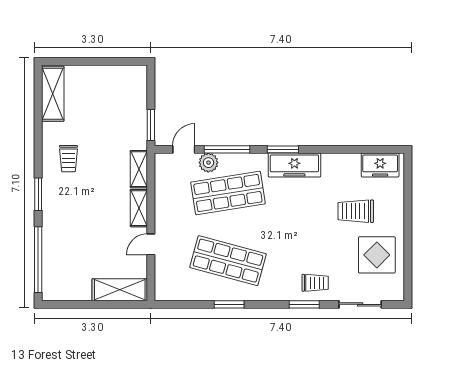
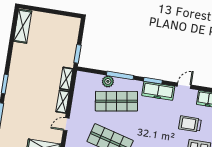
door: (184, 149) -> (184, 86), moved
trolley: (68, 159) -> (26, 66), removed

